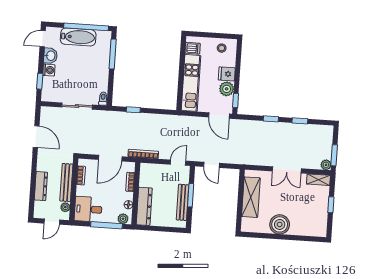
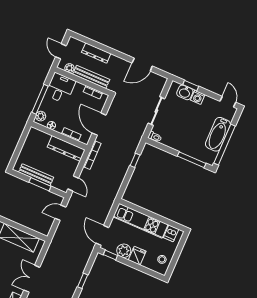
washbasin: (50, 56) -> (185, 92), moved
door: (219, 115) -> (102, 235), hinge flipped
dresser: (144, 206) -> (66, 148), moved

